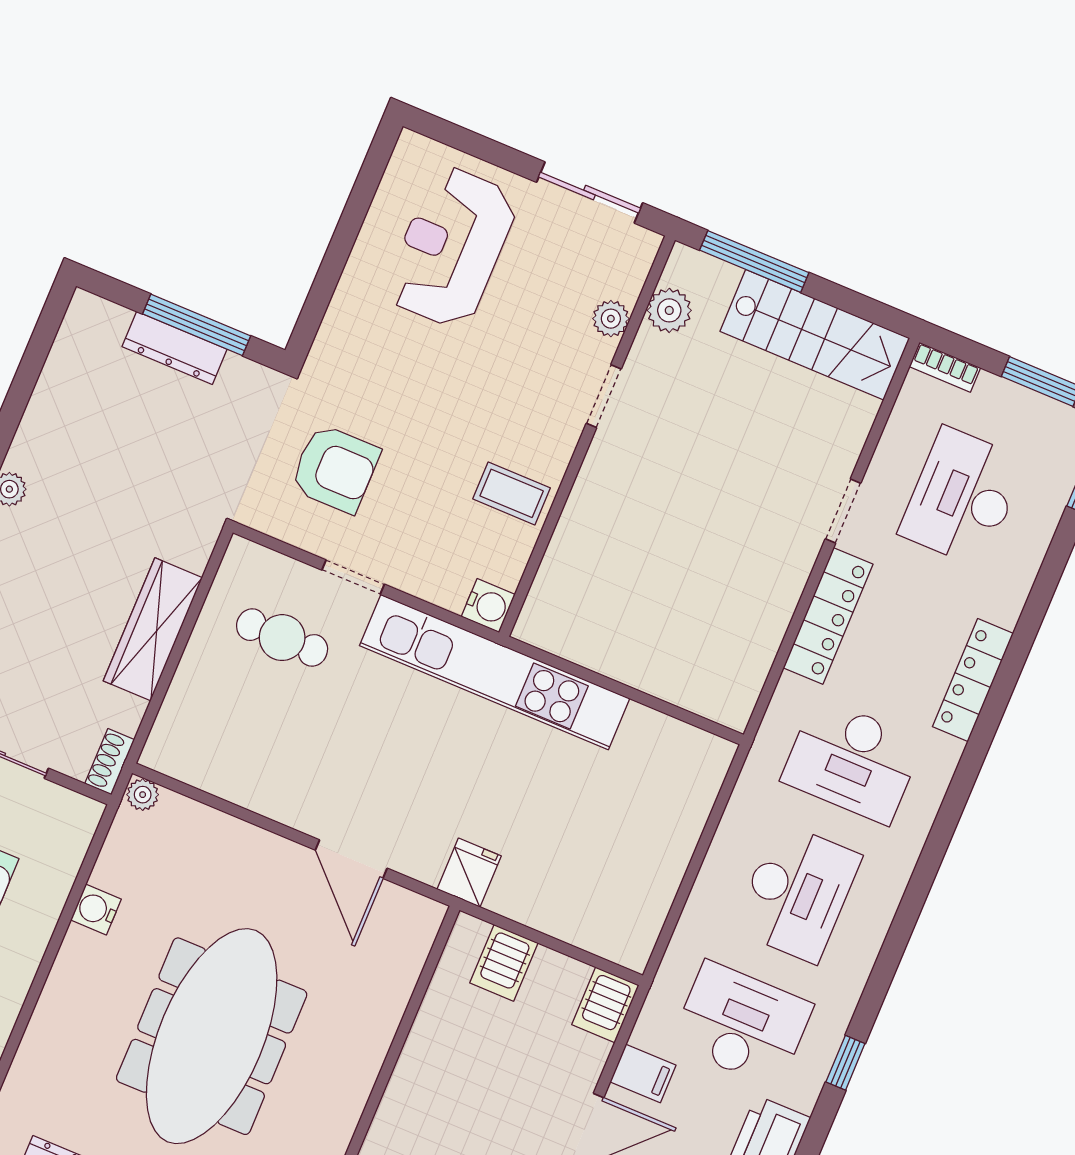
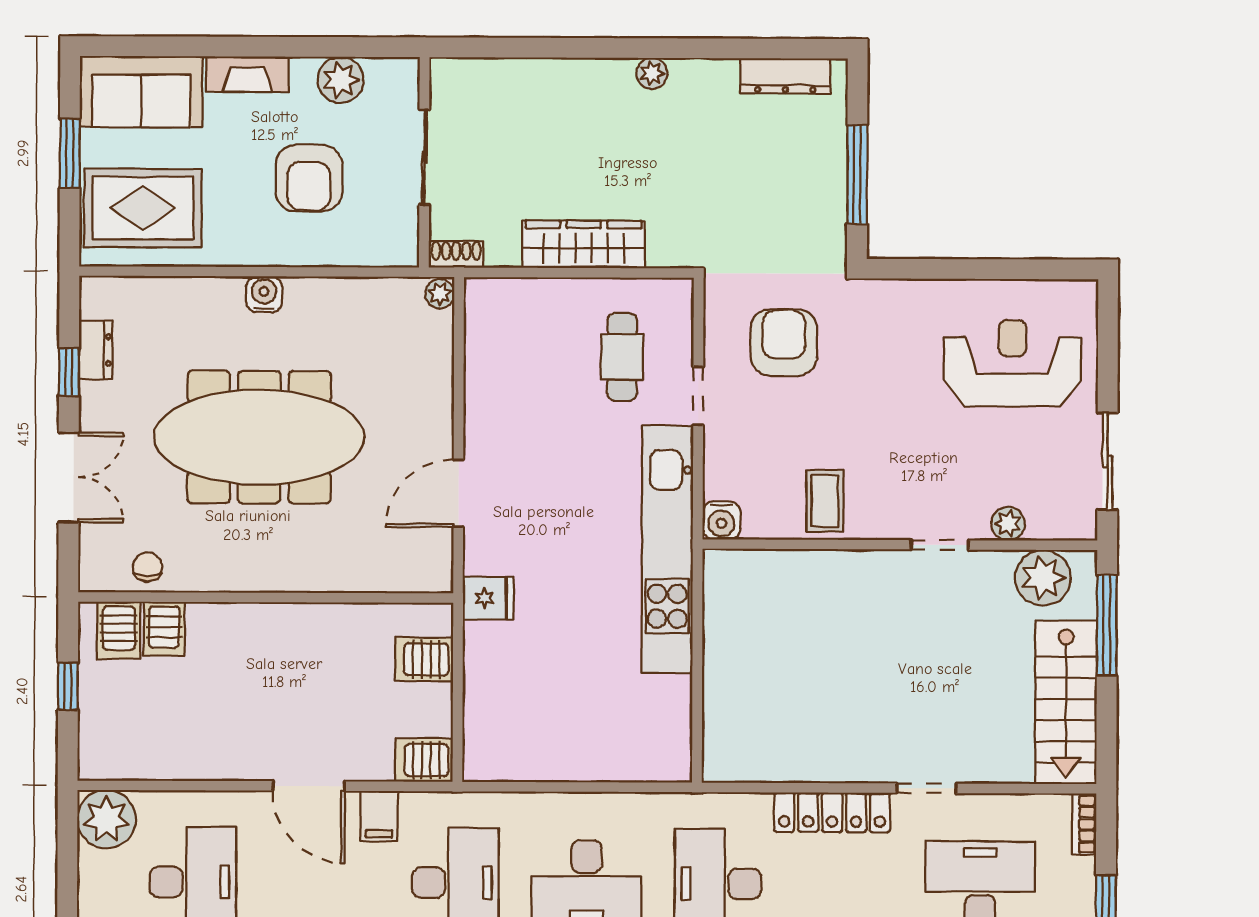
plant: (669, 310) -> (1043, 578), width x1.36, depth x1.36
dresser: (174, 348) -> (785, 76), moved, turned -90
armchair: (335, 469) -> (784, 342), turned 180
water cooler: (96, 909) -> (264, 294), moved

